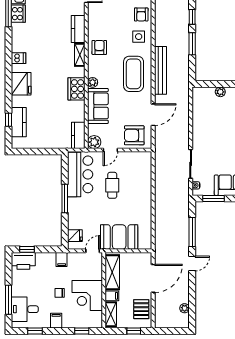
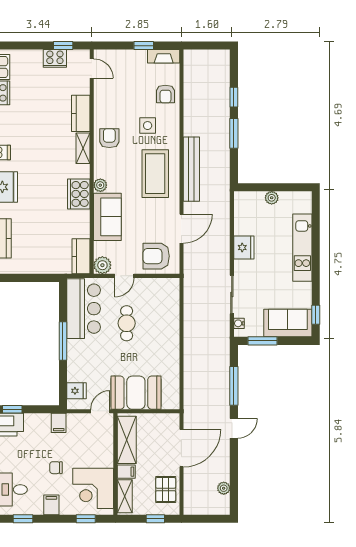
side table: (139, 37) -> (148, 126), moved
fridge: (200, 129) -> (244, 248), added
corner desk: (87, 296) -> (93, 488), moved

